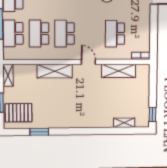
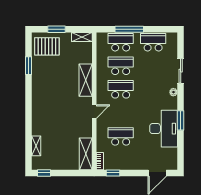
window: (154, 42) -> (113, 173), added
shelving: (119, 71) -> (86, 154), moved
pallet: (18, 113) -> (47, 46), turned 90

